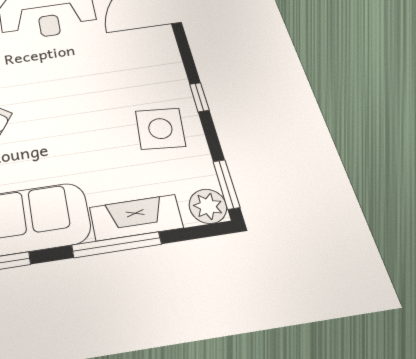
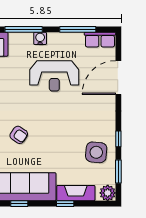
window: (226, 184) -> (118, 172), moved
window: (116, 245) -> (65, 204), width x0.46

